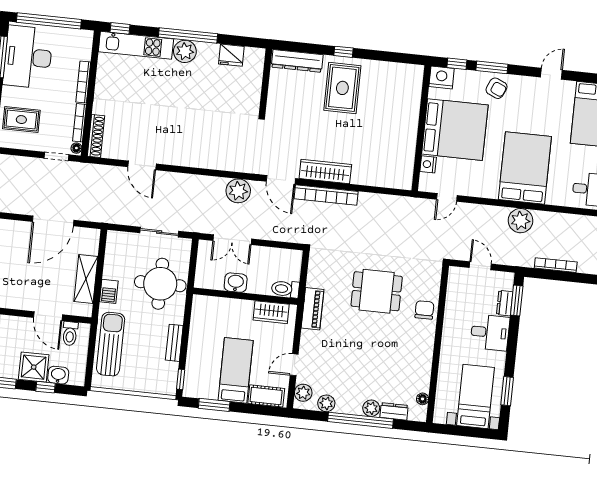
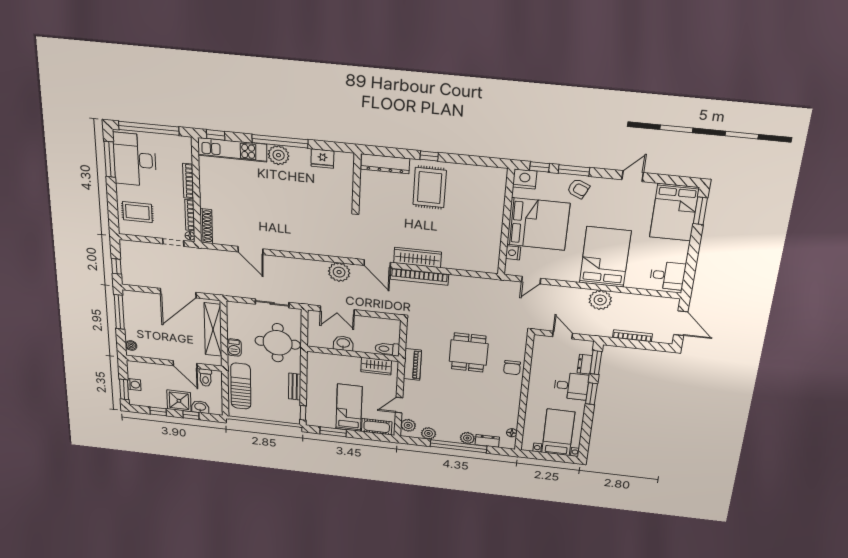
shelving: (86, 279) -> (213, 330), width x1.47
dining table: (377, 291) -> (469, 353), turned 90
chair: (424, 310) -> (512, 368), turned 180
window: (507, 391) -> (591, 394), moved

